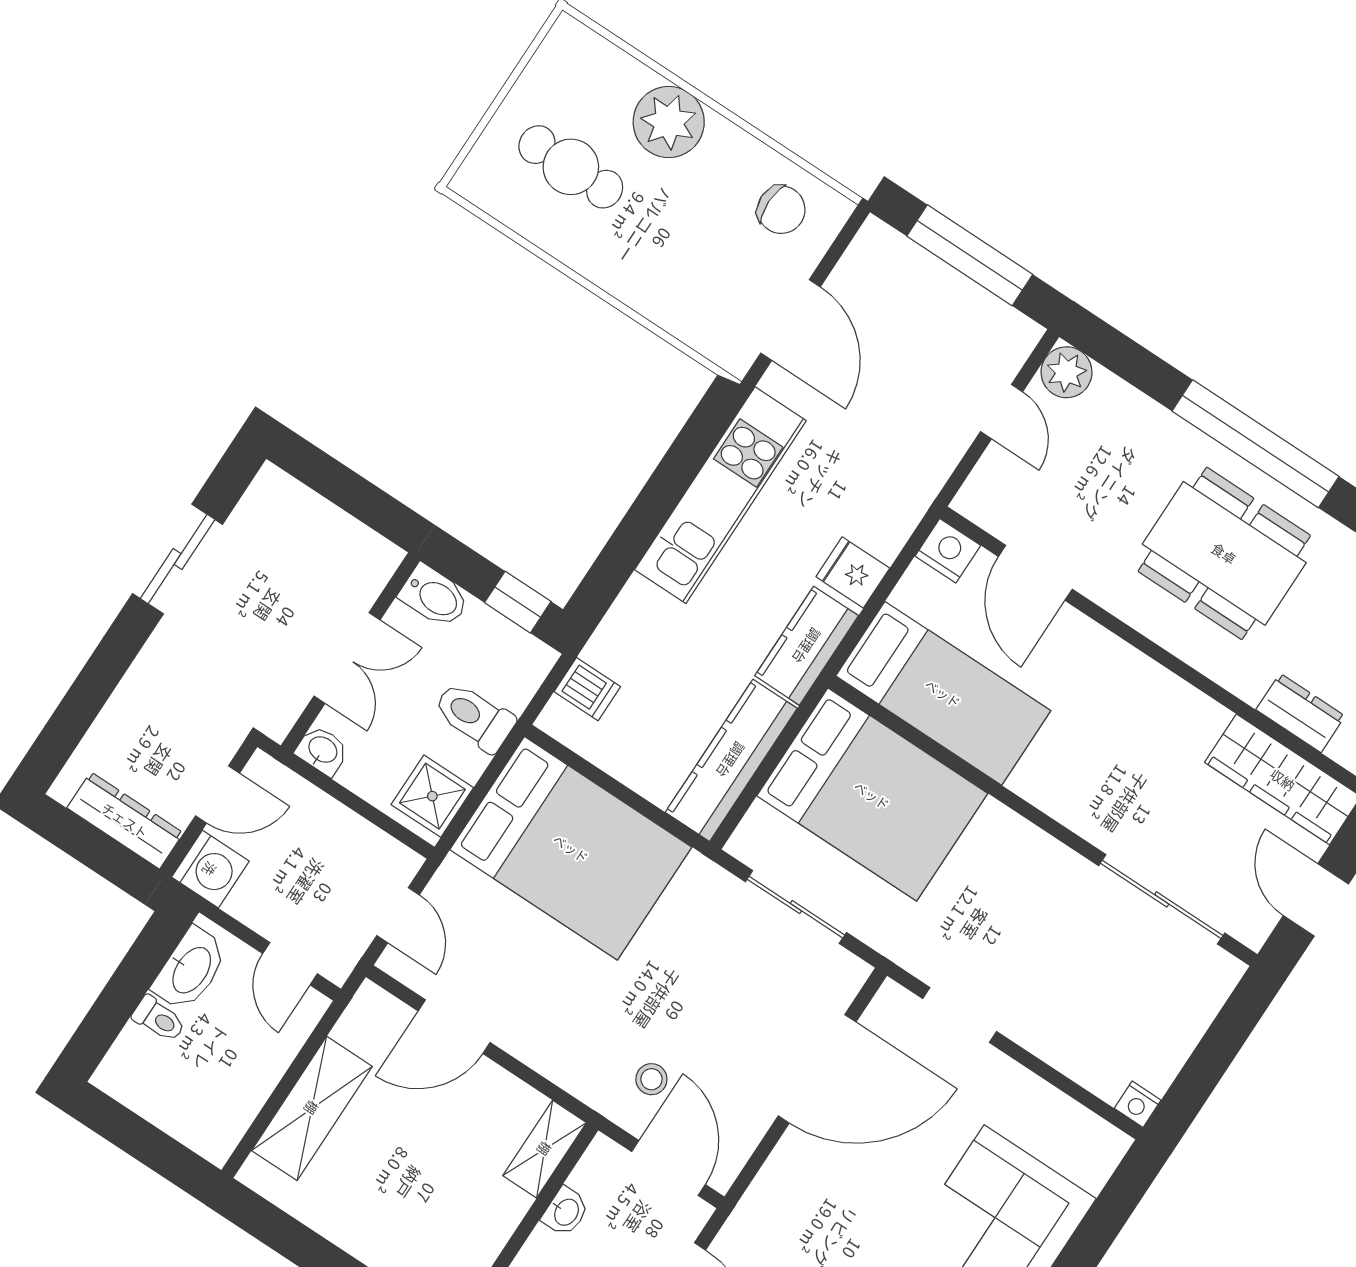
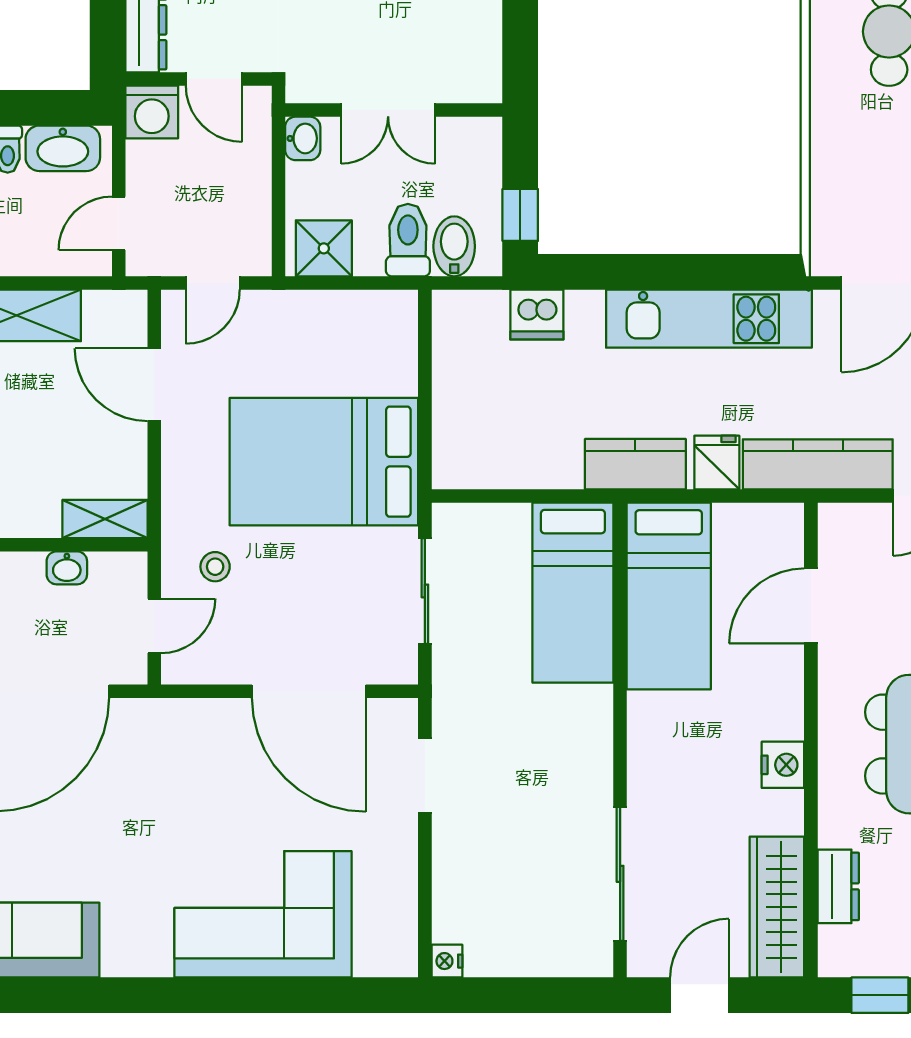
nightstand: (948, 551) -> (783, 765), moved
bidet: (434, 596) -> (454, 246), moved, turned 180
dishwasher: (587, 689) -> (537, 315), moved, width x1.38
kitchen counter: (731, 760) -> (818, 464), moved
bed: (872, 795) -> (573, 593), width x0.67
bed: (571, 848) -> (324, 462), moved, turned 90
door: (668, 1168) -> (154, 626), width x0.73

